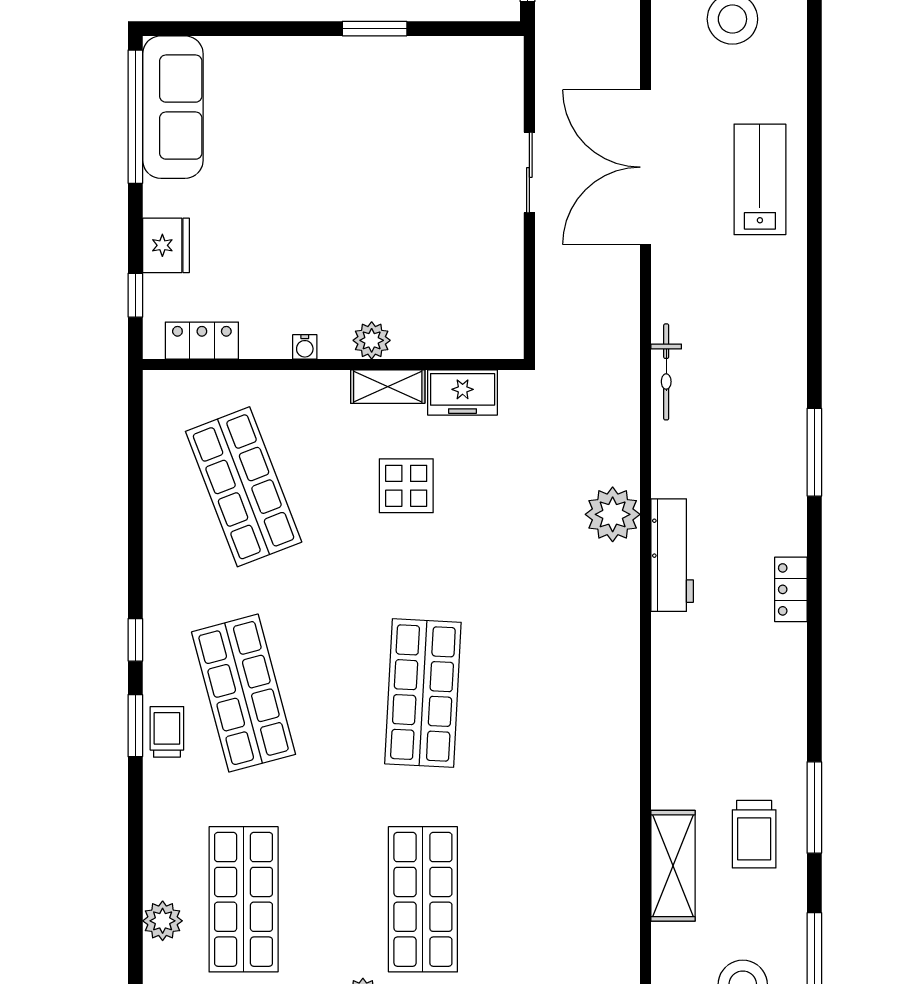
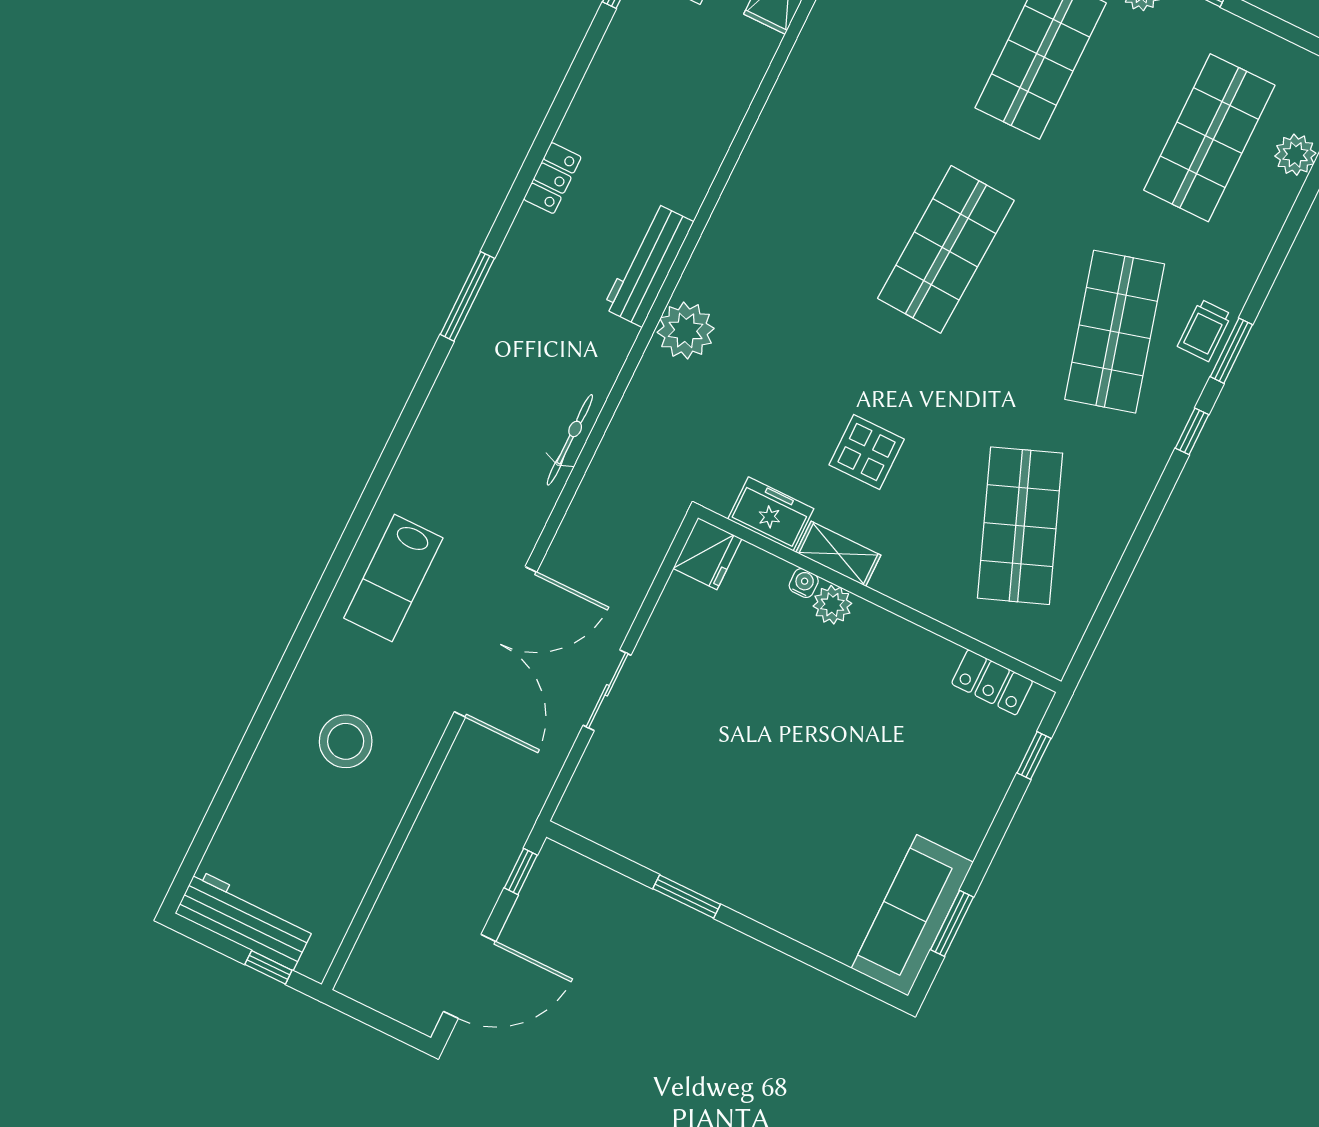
window: (135, 117) -> (952, 923), width x0.47
fridge: (166, 245) -> (707, 554), moved, turned 180
water cooler: (305, 347) -> (804, 583), moved

